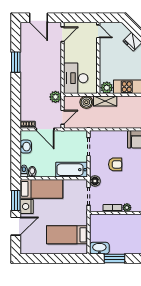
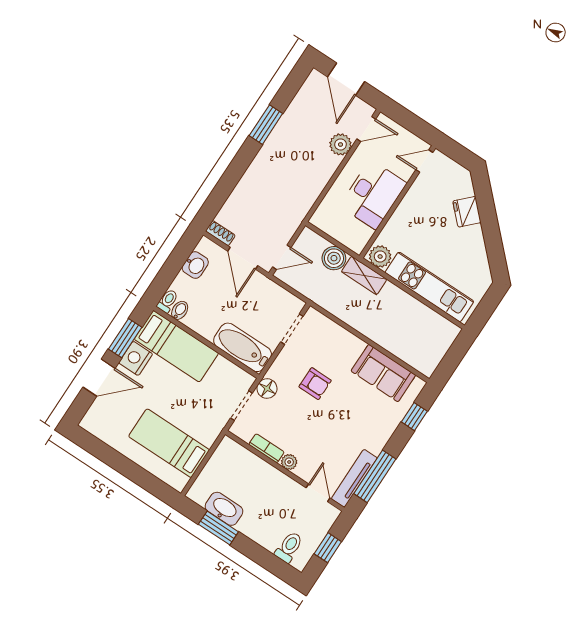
door: (98, 31) -> (424, 161), swing flipped
desk: (76, 78) -> (373, 194), moved, turned 180
plant: (55, 97) -> (340, 144), moved
washbasin: (99, 248) -> (224, 509), moved

